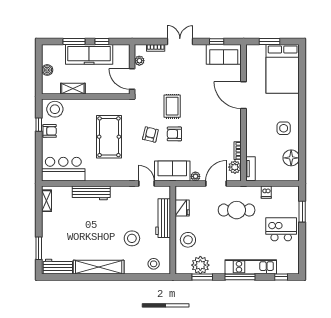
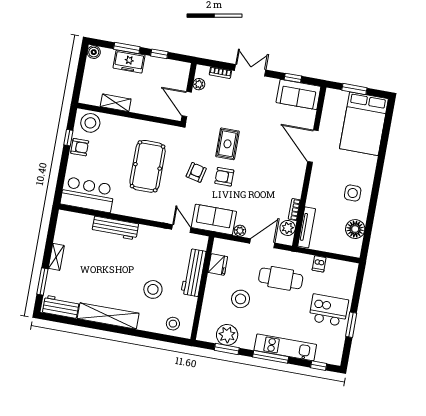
freezer: (89, 54) -> (129, 62), width x0.52, depth x0.79
boiler: (47, 70) -> (94, 52), moved
tv unit: (250, 169) -> (307, 227), width x1.41
shelving: (47, 201) -> (56, 257), moved
window: (302, 212) -> (351, 325), moved
stool: (188, 240) -> (241, 299), moved

